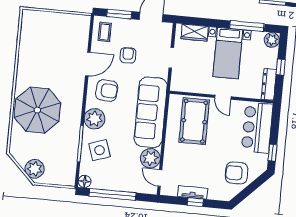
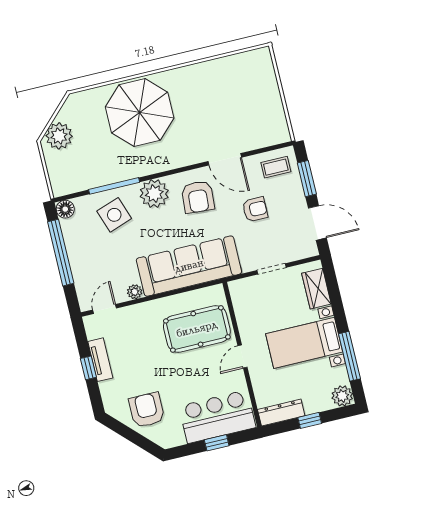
window: (273, 153) -> (217, 443), moved
plant: (150, 158) -> (135, 292), width x0.53, depth x0.53

